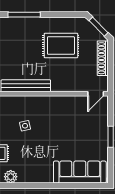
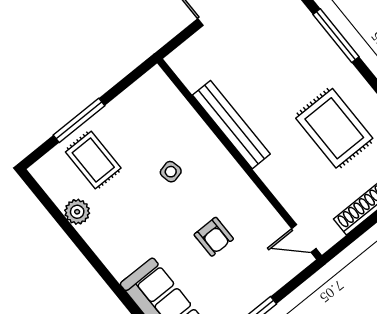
armchair: (65, 130) -> (214, 237), added

